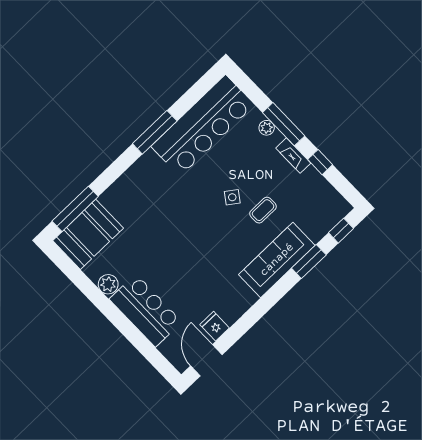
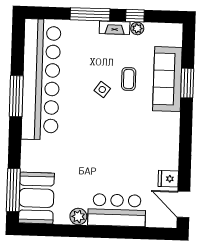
bar counter: (203, 126) -> (41, 79), width x1.36
plant: (267, 128) -> (137, 28), moved
window: (341, 231) -> (188, 45), removed
sofa: (277, 260) -> (167, 79), moved

